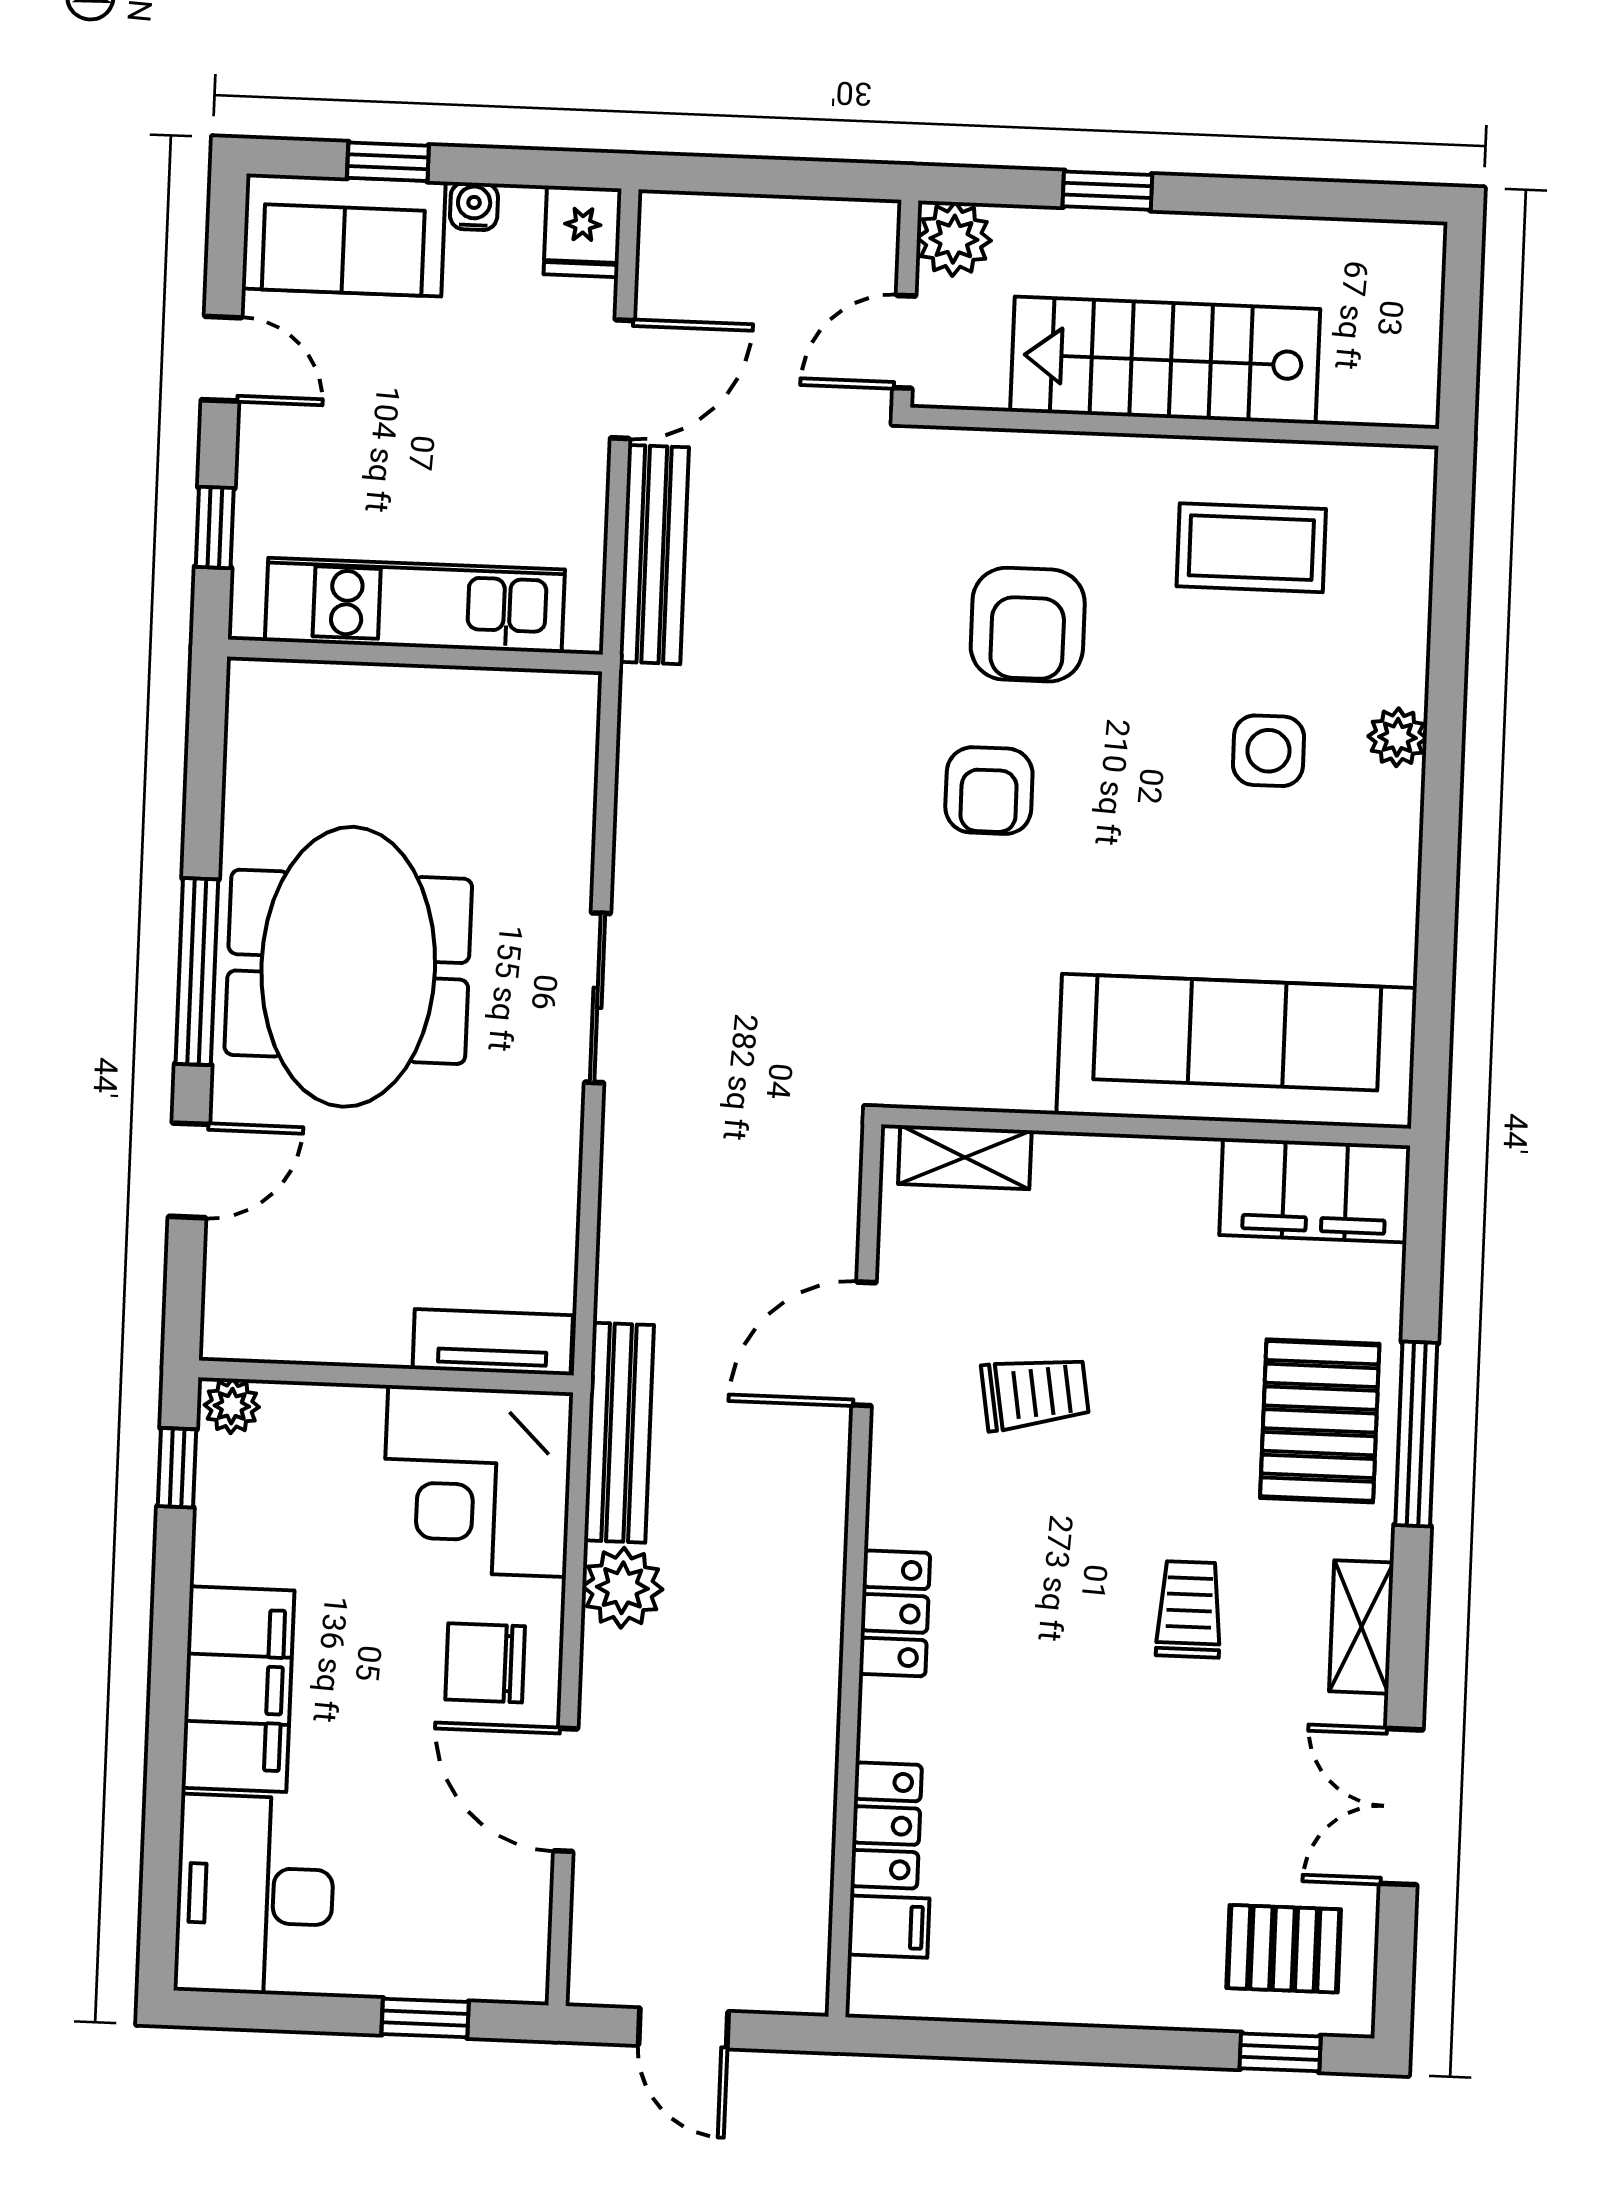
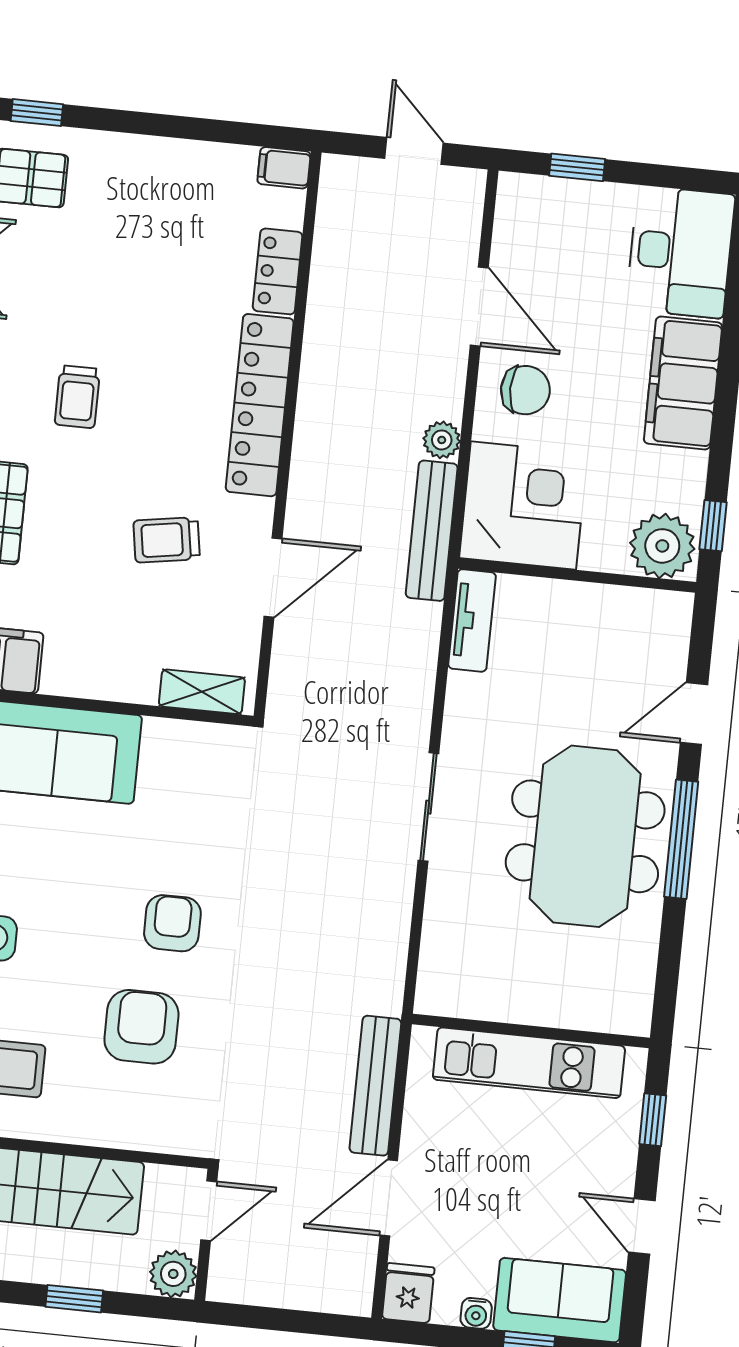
tv unit: (493, 1342) -> (472, 620), moved, turned -90
plant: (232, 1406) -> (662, 546), width x1.88, depth x1.88
plant: (622, 1588) -> (442, 440), width x0.73, depth x0.73
locker: (895, 1613) -> (260, 405), width x2.16, depth x1.21
filing cabinet: (889, 1927) -> (284, 168), moved

